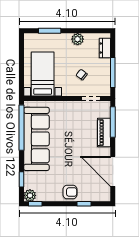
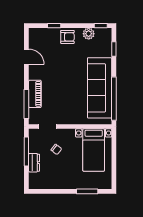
plant: (78, 39) -> (60, 183), removed
dresser: (105, 48) -> (34, 163), moved
door: (113, 171) -> (26, 57), width x0.53
armchair: (70, 192) -> (67, 37), turned 180
plant: (30, 195) -> (89, 34), moved

